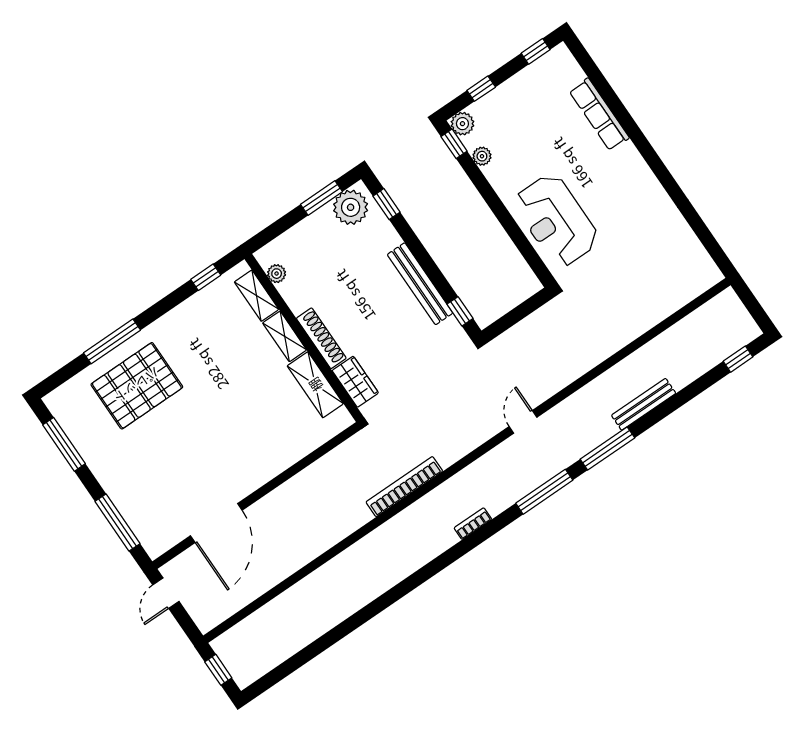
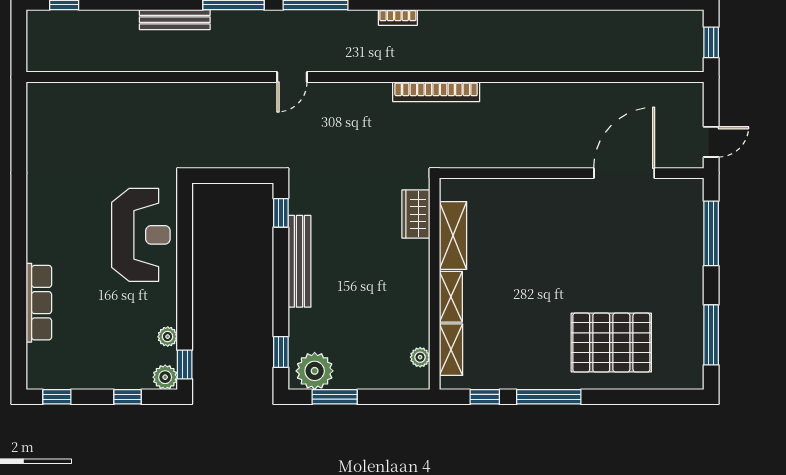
shoe rack: (321, 338) -> (420, 273), removed
window: (112, 341) -> (549, 397), moved

